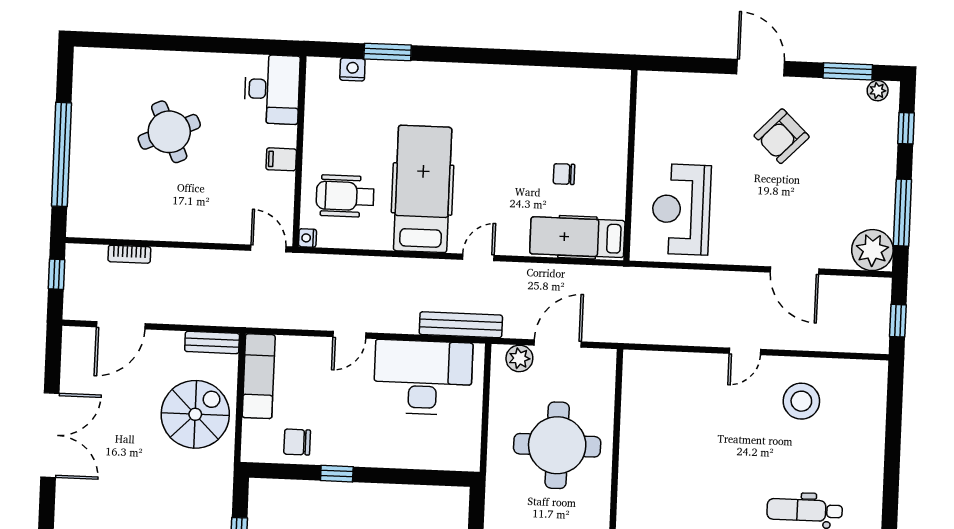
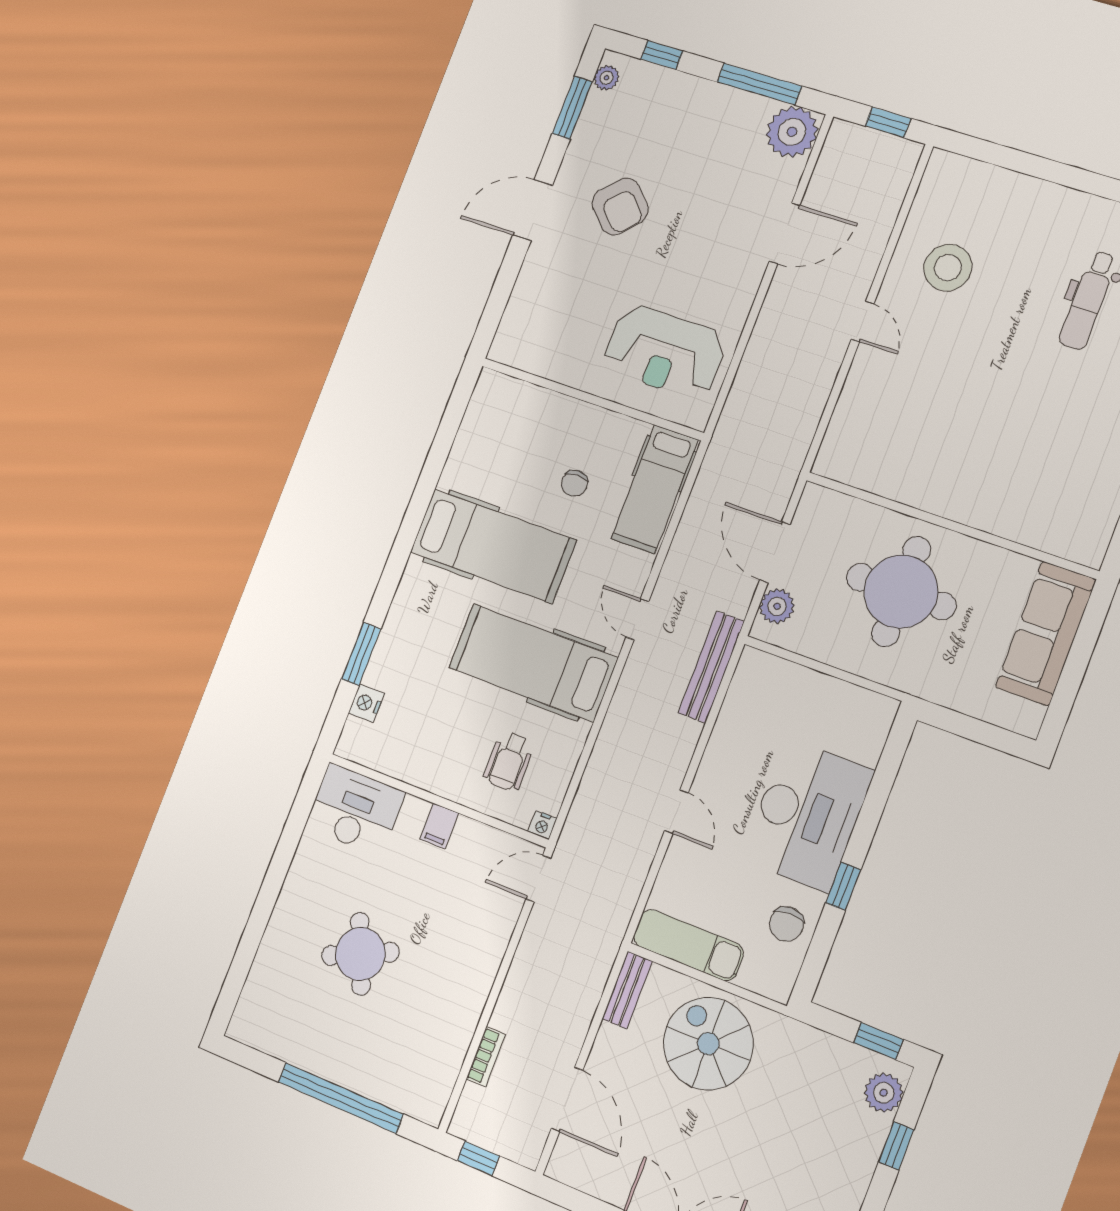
hospital bed: (499, 127) -> (493, 546), added
wheelchair: (345, 196) -> (509, 761), width x0.73, depth x0.73
desk: (423, 377) -> (807, 815), moved, turned 180

